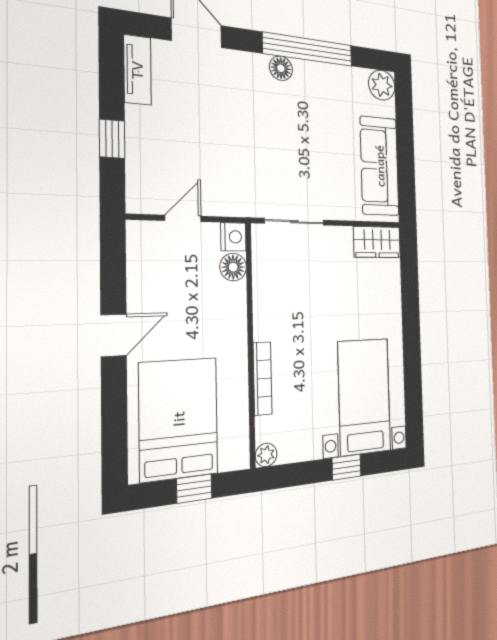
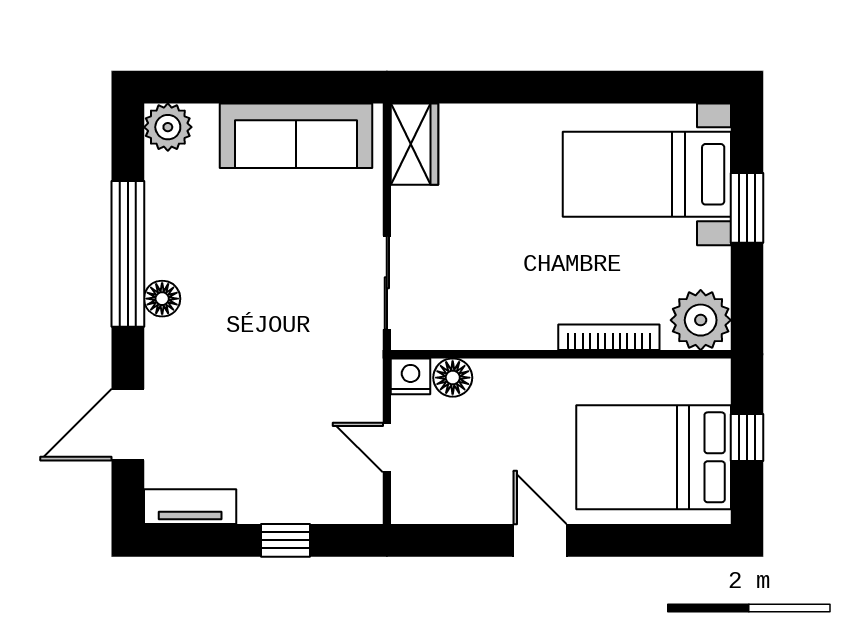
plant: (266, 455) -> (701, 320), width x1.87, depth x1.87
window: (346, 467) -> (747, 208), width x1.50

